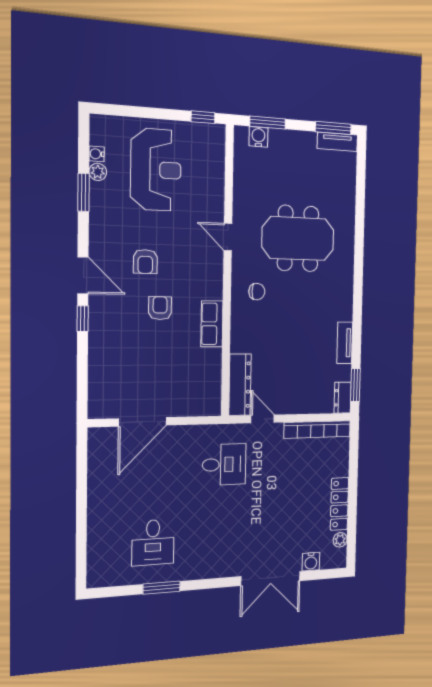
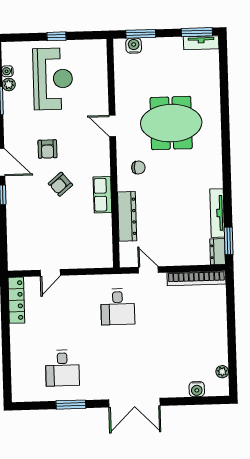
window: (203, 117) -> (57, 36), moved
armchair: (160, 308) -> (60, 184), turned -130
tv unit: (345, 343) -> (217, 213), width x1.41
dresser: (240, 385) -> (127, 216), moved
door: (142, 422) -> (50, 273), width x0.53
desk: (224, 464) -> (118, 307), turned 90
locker: (339, 504) -> (16, 300), moved, turned 180
double door: (271, 579) -> (134, 403), moved

